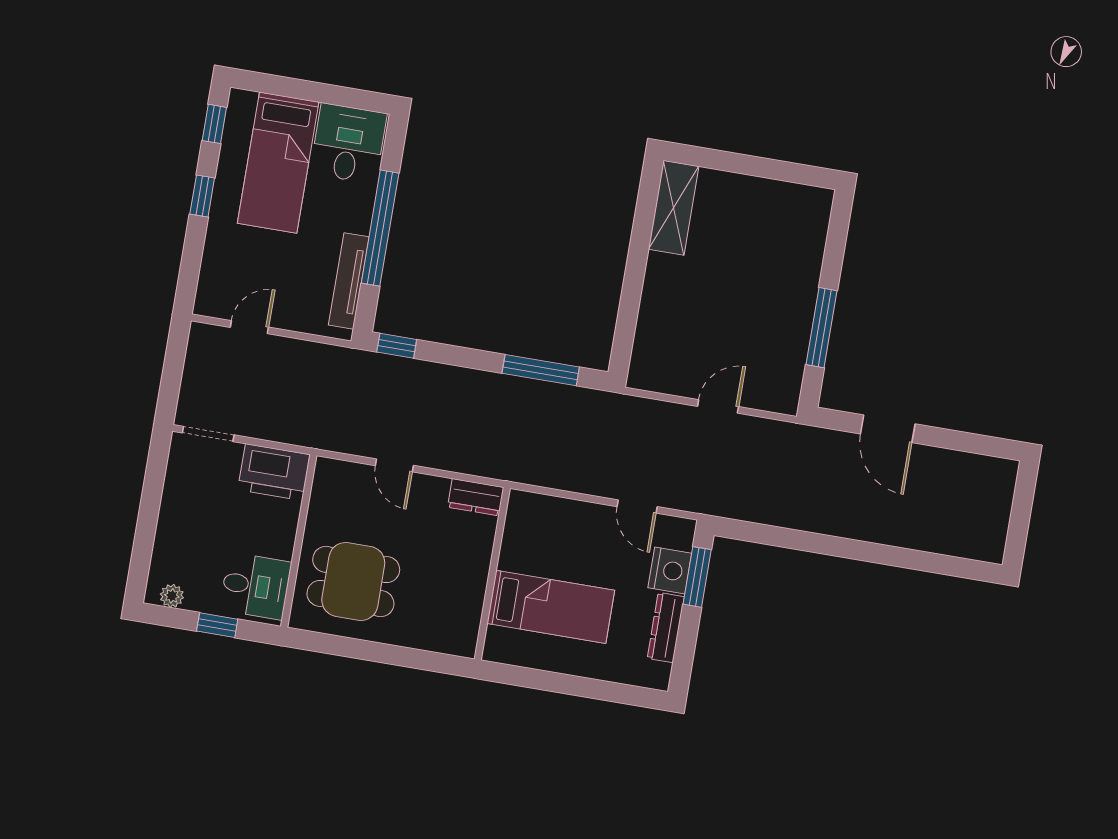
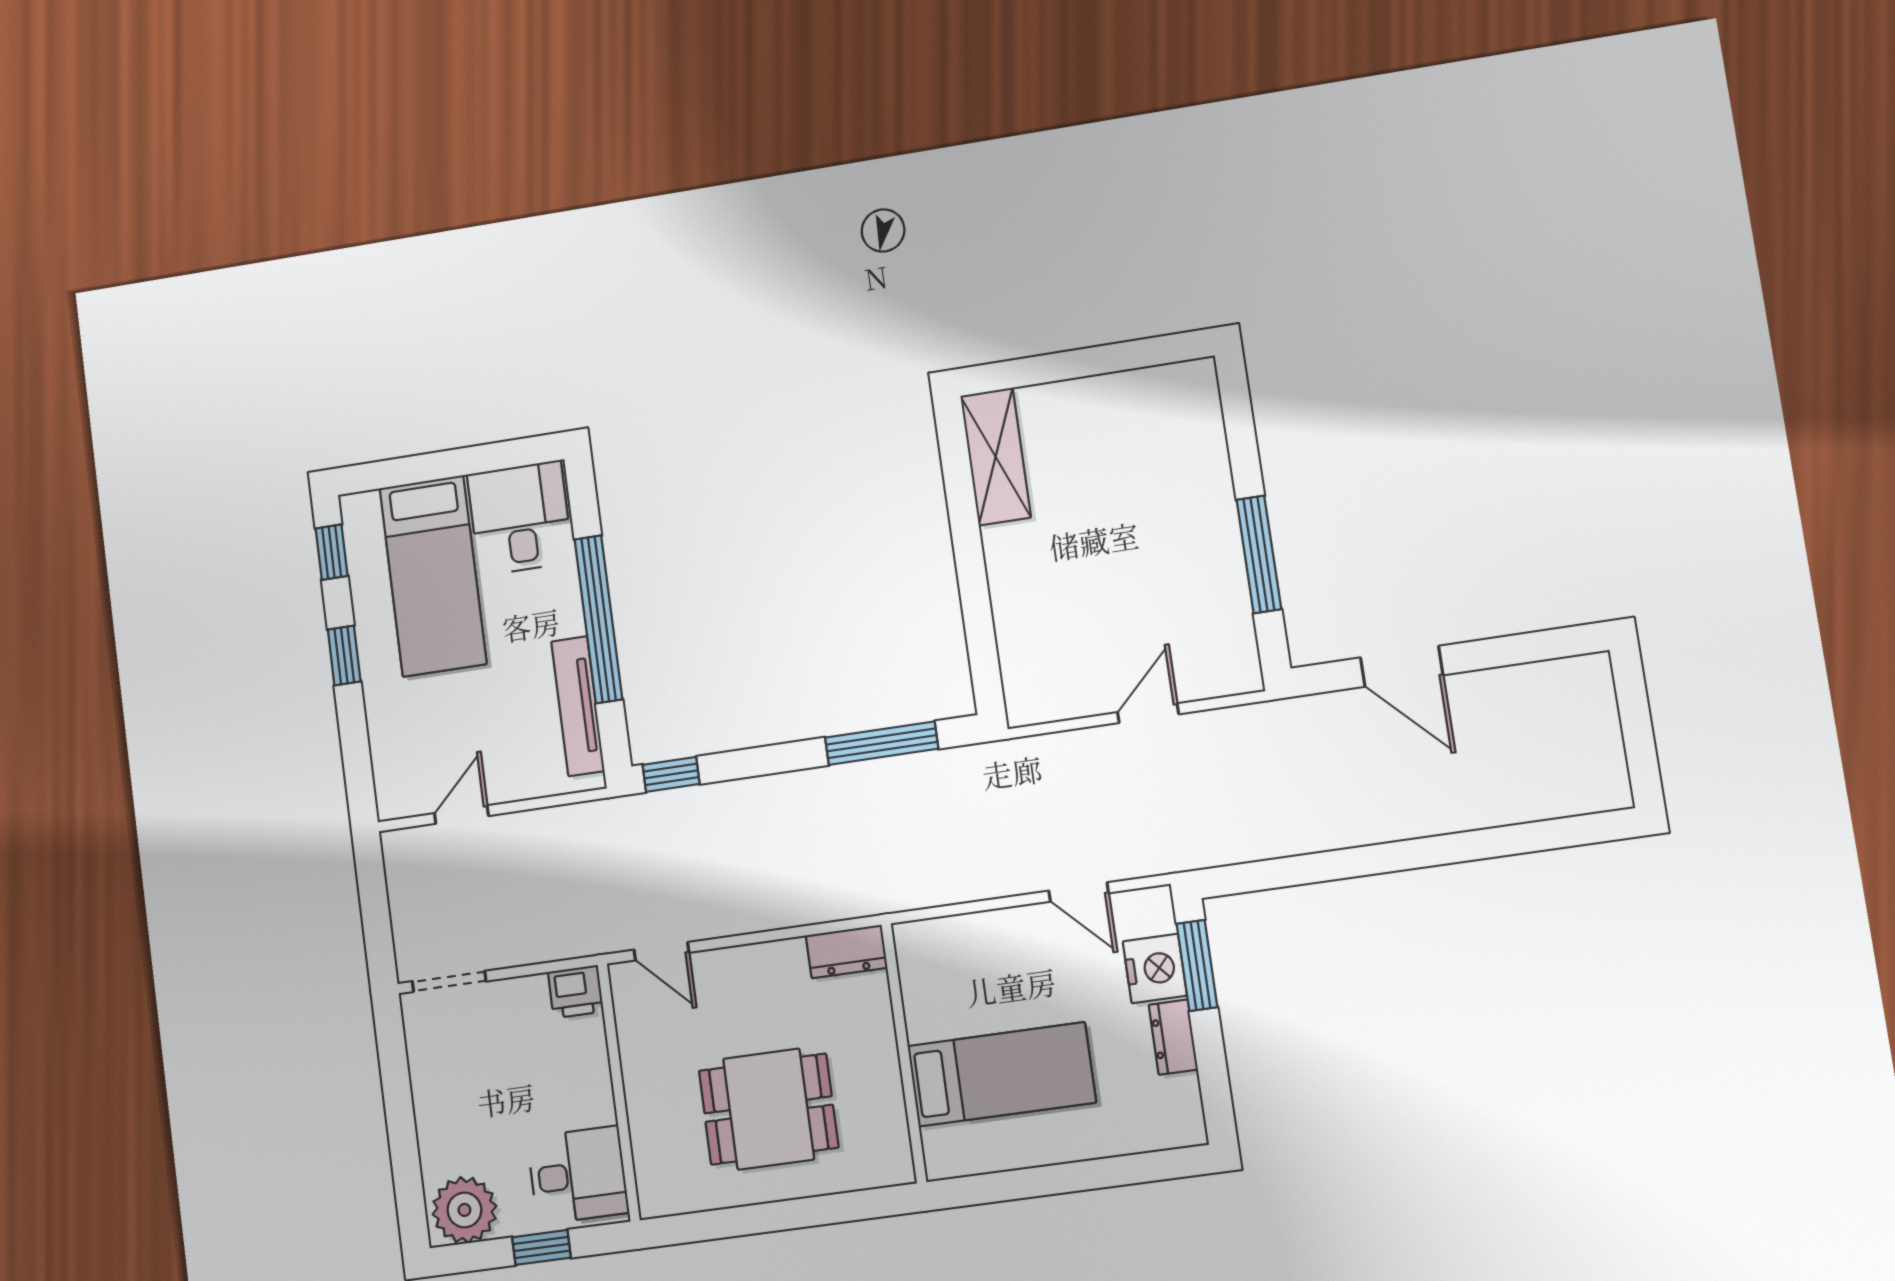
door: (394, 465) -> (662, 951), moved
printer: (274, 472) -> (576, 992), width x0.53, depth x0.68
dining table: (353, 581) -> (769, 1109), moved
plant: (172, 596) -> (464, 1210), width x1.88, depth x1.88
dresser: (666, 628) -> (1173, 1037), width x0.70

